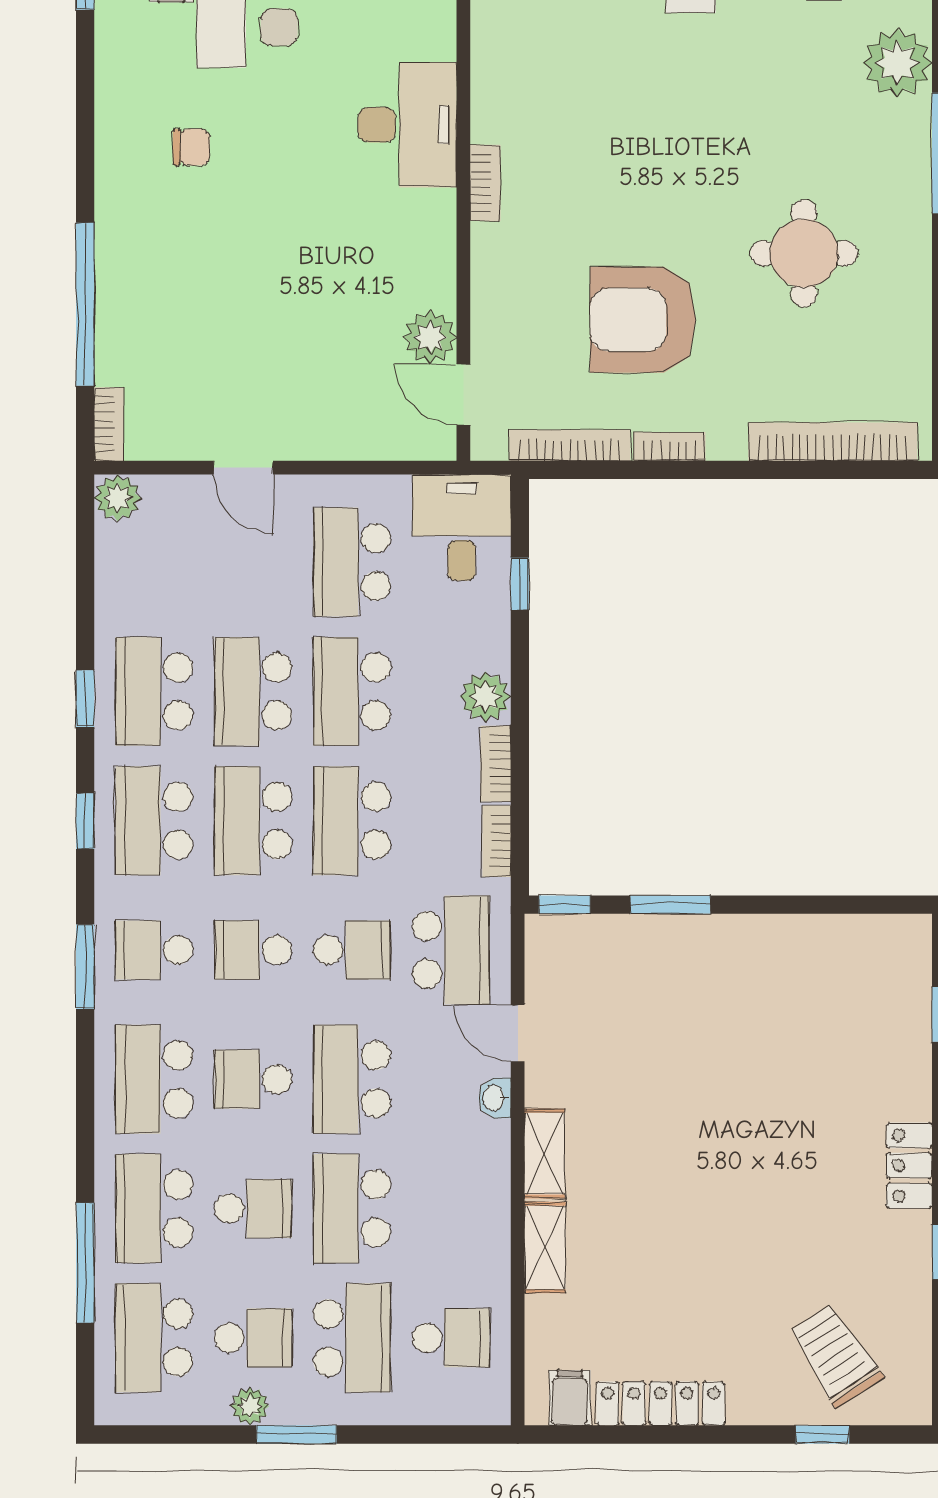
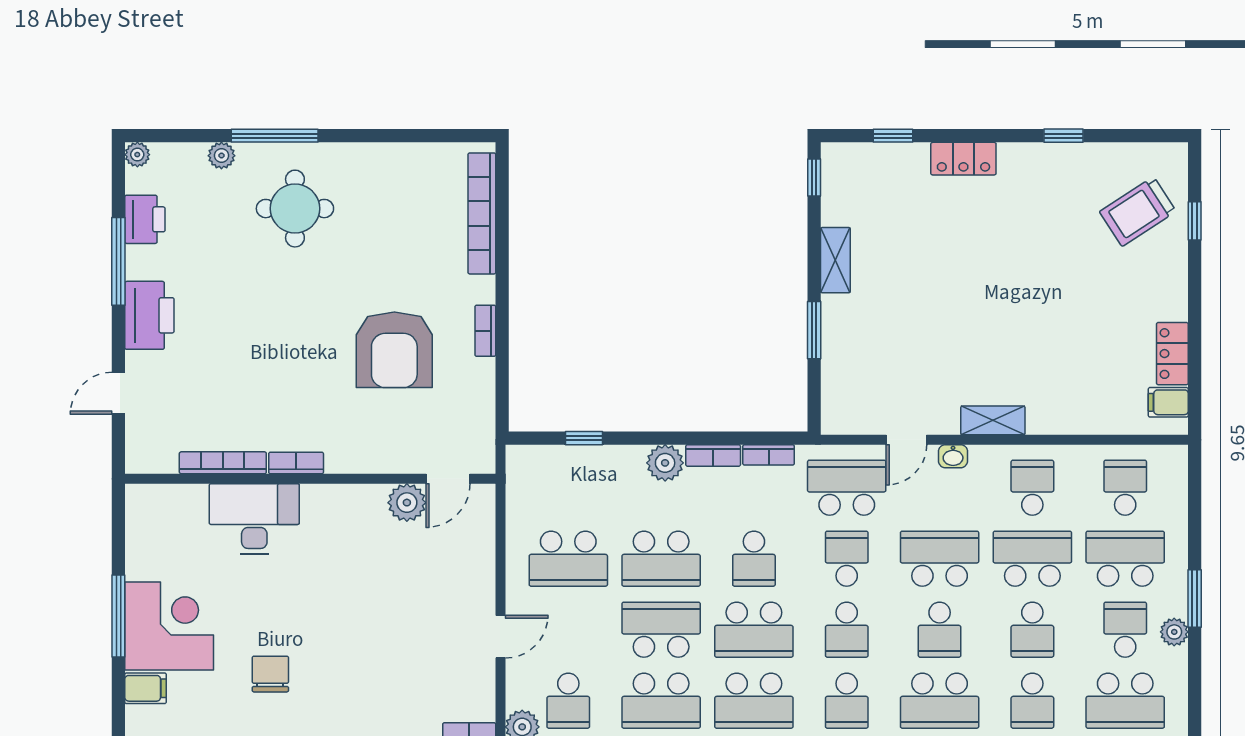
plant: (897, 63) -> (221, 156), width x0.53, depth x0.53
chair: (191, 147) -> (270, 674), width x1.37, depth x1.37
round table: (804, 253) -> (295, 209), moved
bookcase: (570, 445) -> (223, 463), moved, turned 90
desk: (462, 528) -> (543, 480), removed
school desk: (154, 562) -> (568, 701), added
school desk: (253, 691) -> (661, 630), turned 180
school desk: (352, 821) -> (754, 559), width x0.54
window: (565, 905) -> (814, 177), moved
school desk: (352, 1079) -> (940, 559), turned 180
locker: (909, 1166) -> (963, 159), moved
school desk: (154, 1209) -> (1032, 701), width x0.54
school desk: (253, 1209) -> (1032, 630), turned 180
school desk: (352, 1209) -> (1032, 559), turned 180
school desk: (451, 1209) -> (1032, 488), added
shelving: (545, 1248) -> (835, 260), moved, turned 90
locker: (660, 1404) -> (1172, 354), width x0.66

